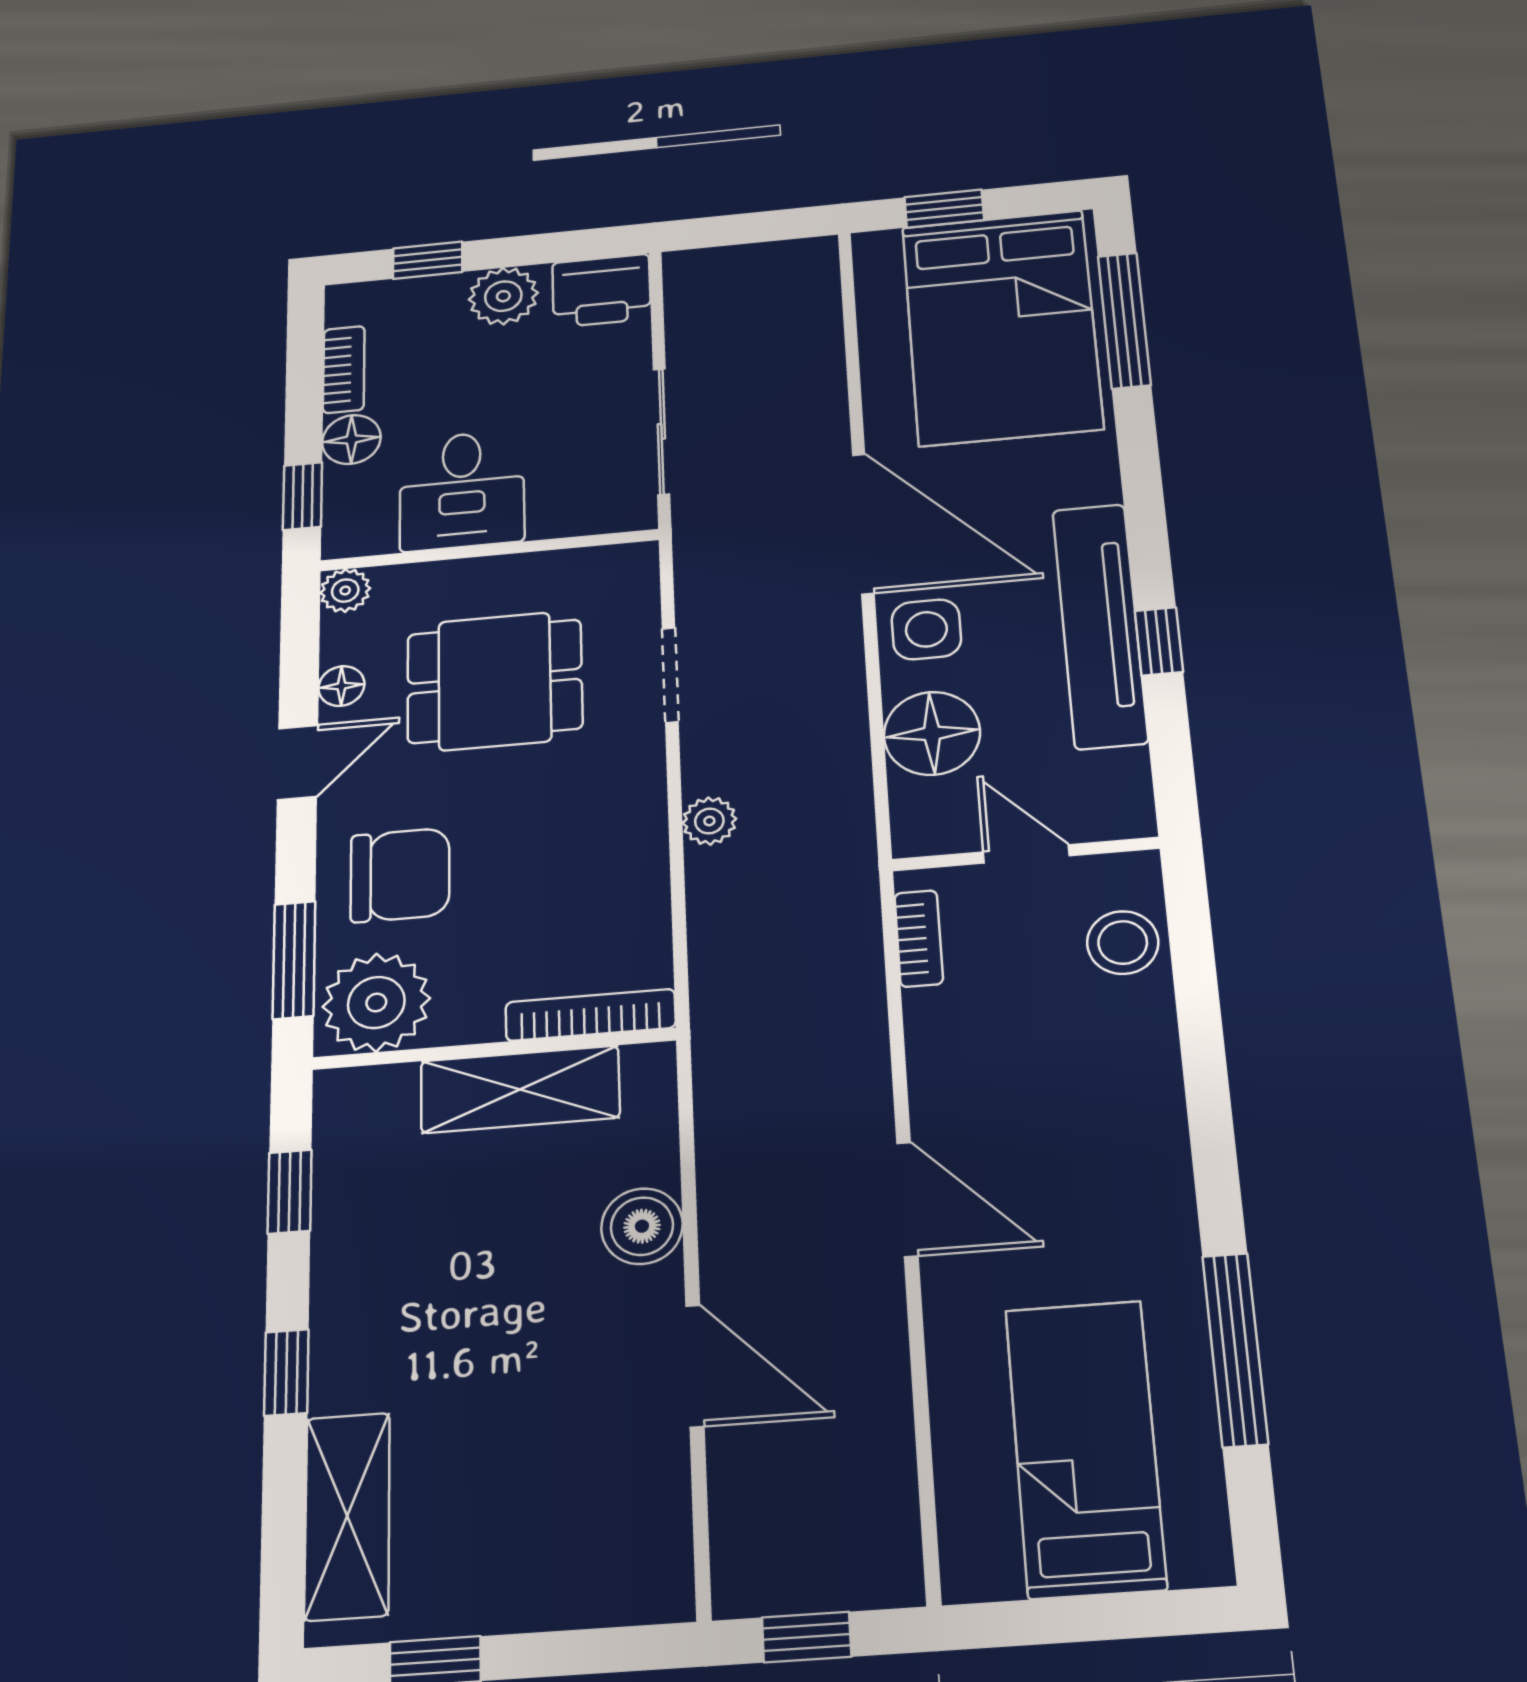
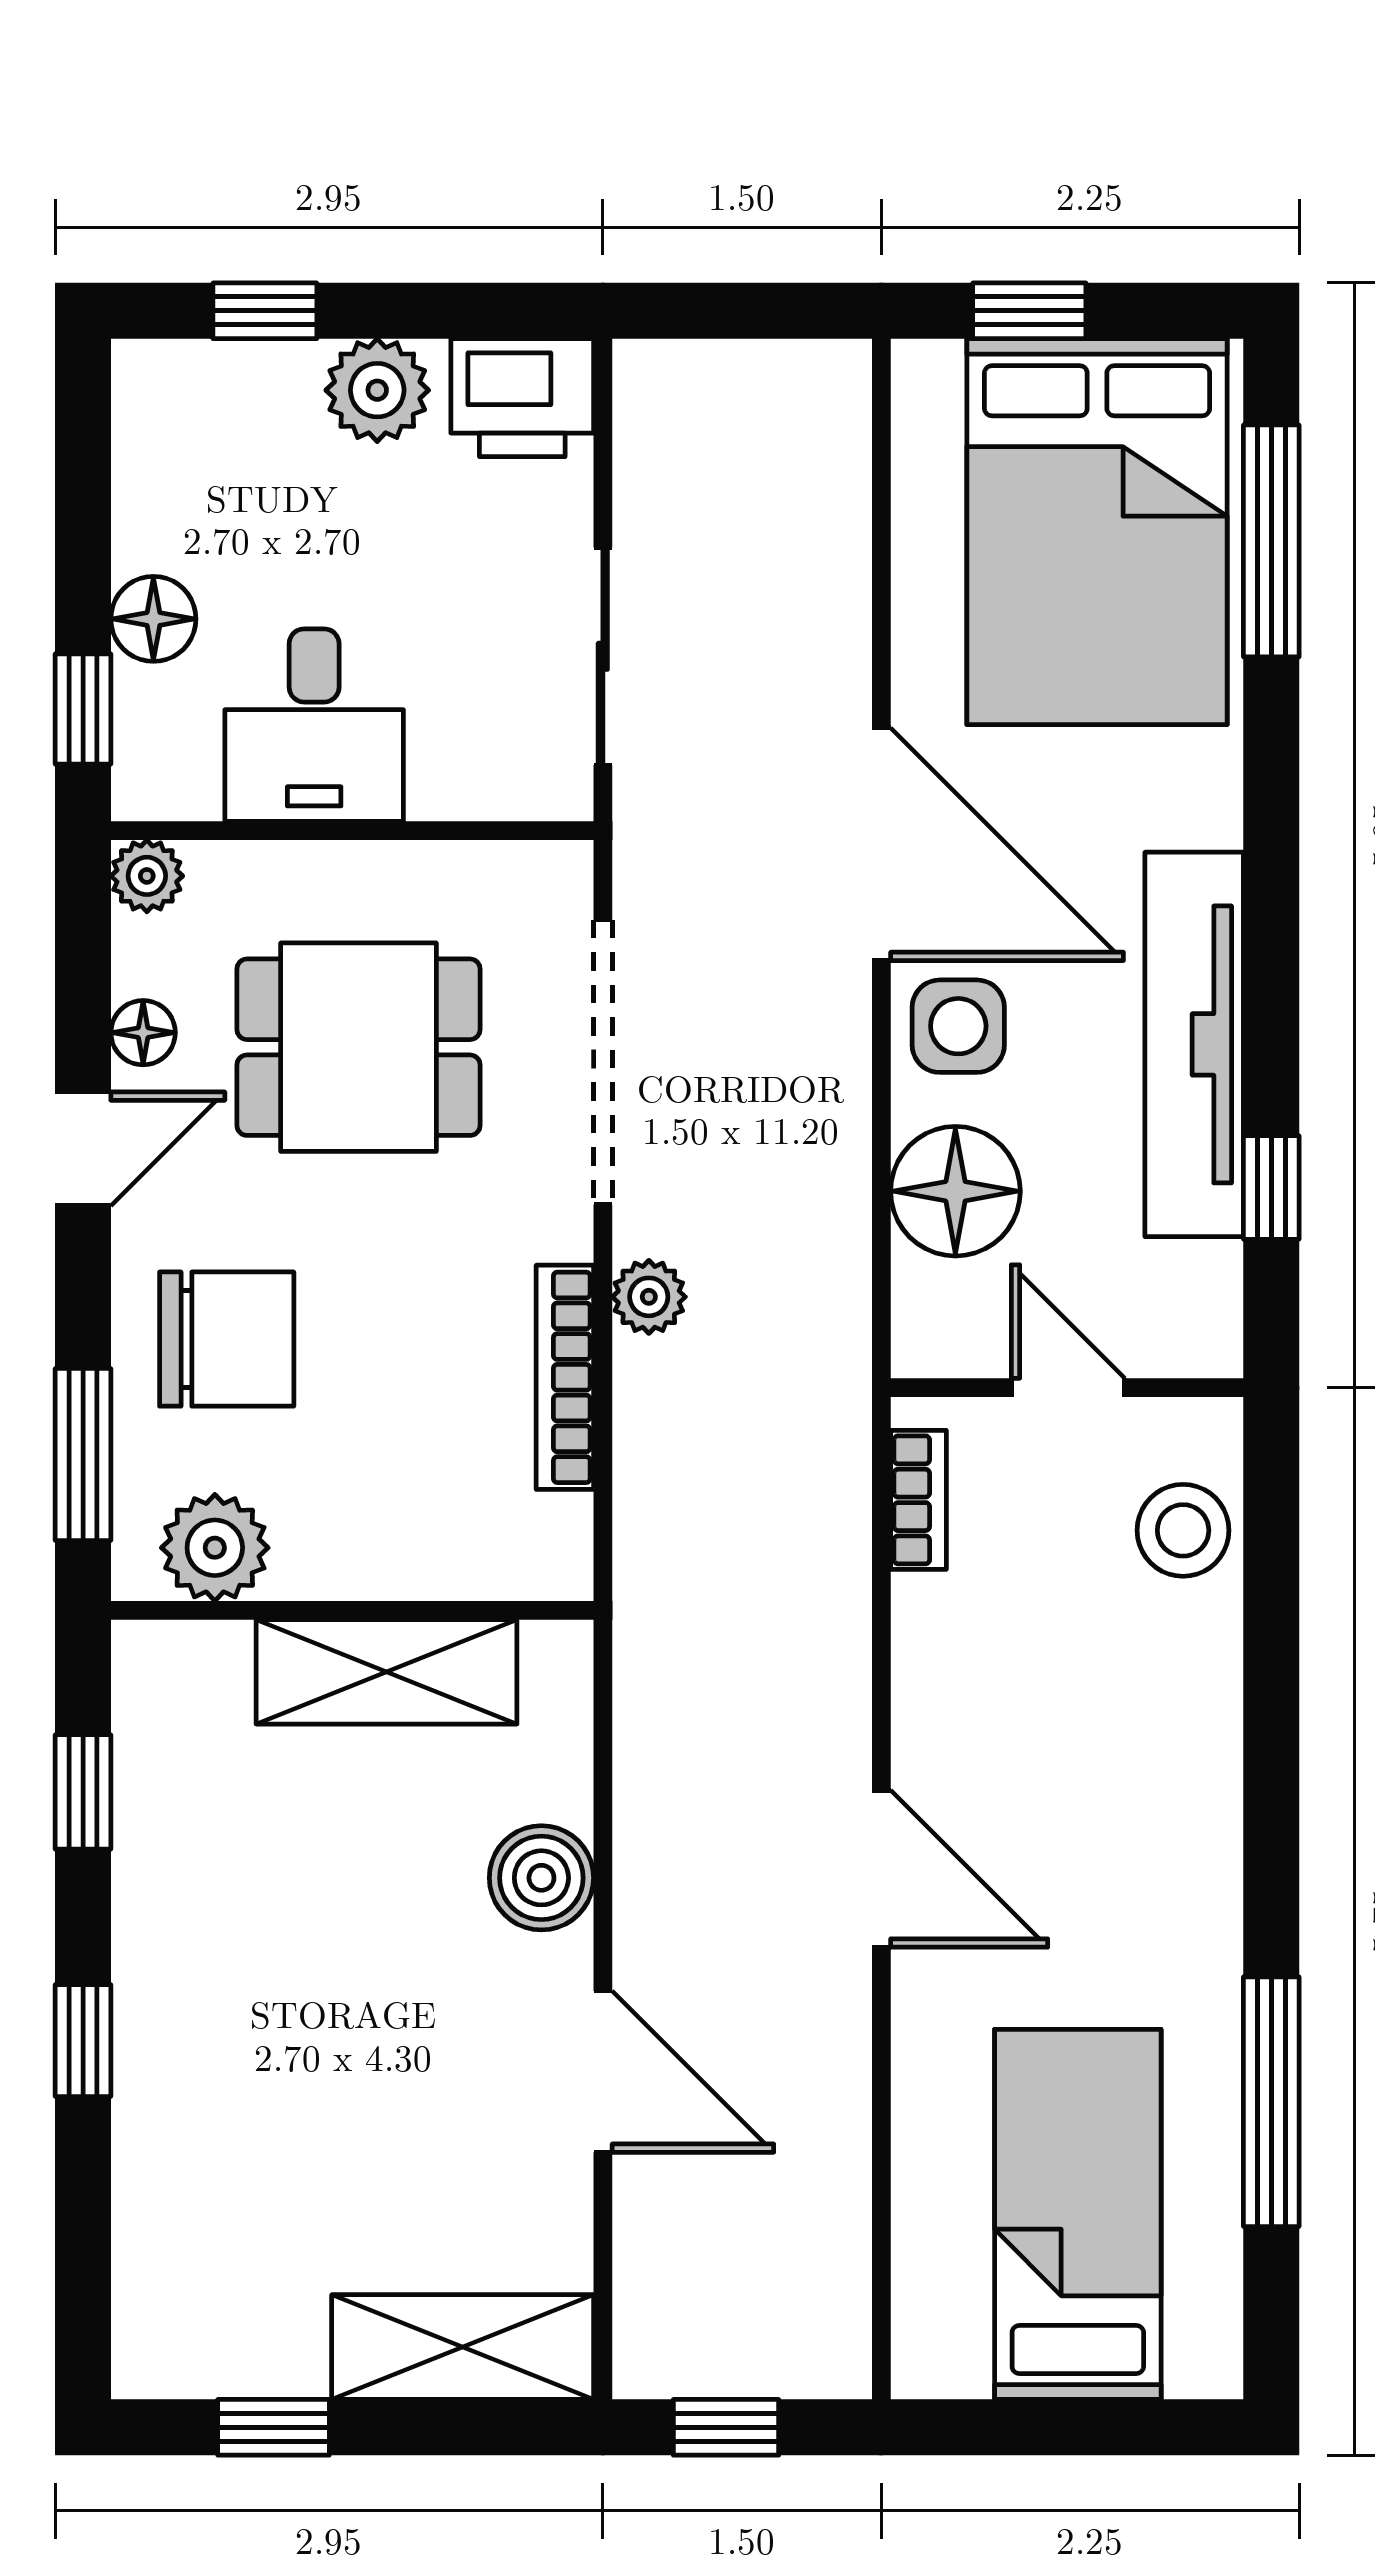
bookcase: (344, 370) -> (141, 494), removed
window: (1159, 641) -> (1271, 1188), moved
doorway: (670, 675) -> (603, 1062), width x1.88
plant: (376, 1002) -> (215, 1548), width x0.73, depth x0.73
bookcase: (590, 1015) -> (565, 1377), moved, turned -90
shelving: (347, 1516) -> (463, 2347), moved, turned 90

